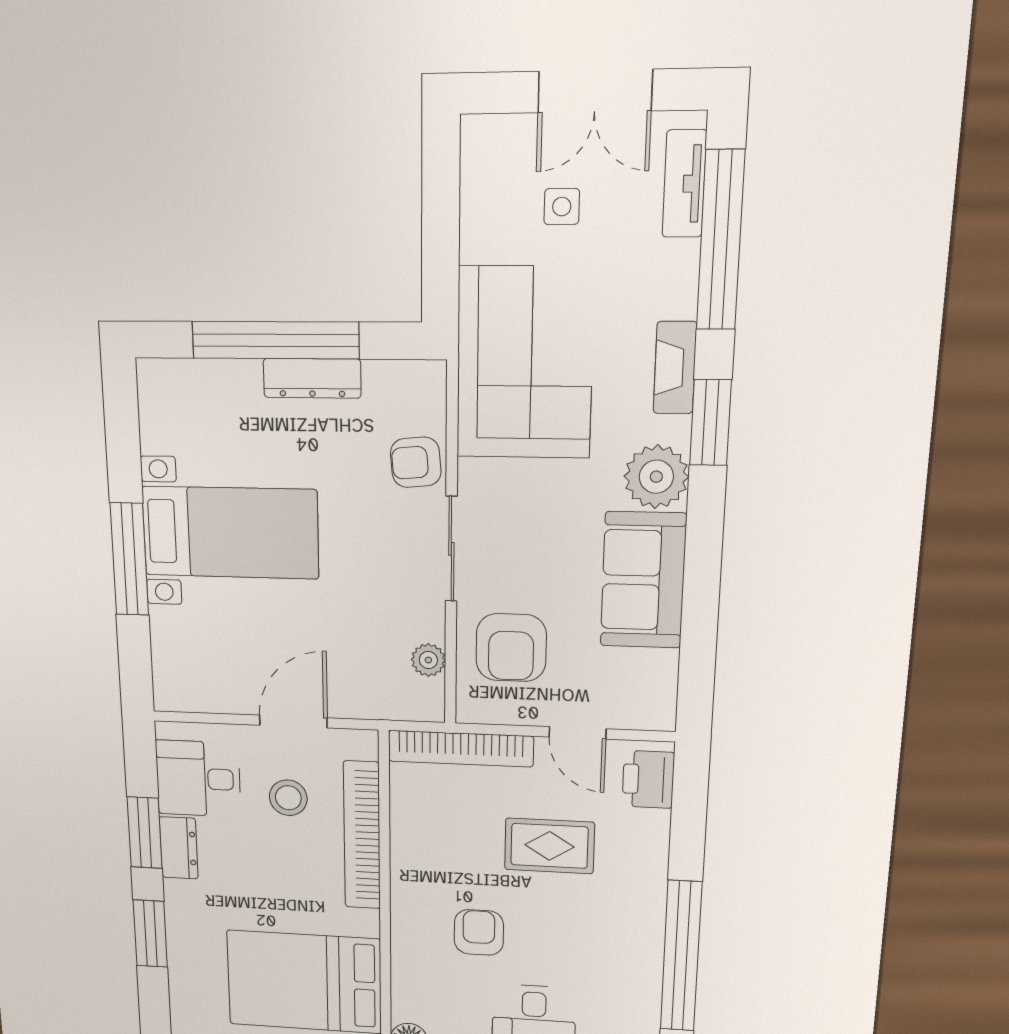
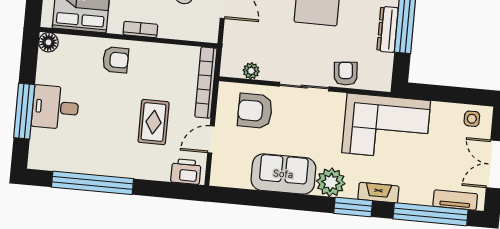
side table: (562, 207) -> (472, 119), moved
bookcase: (362, 835) -> (140, 29), width x0.43, depth x0.76
armchair: (479, 932) -> (116, 60), moved

